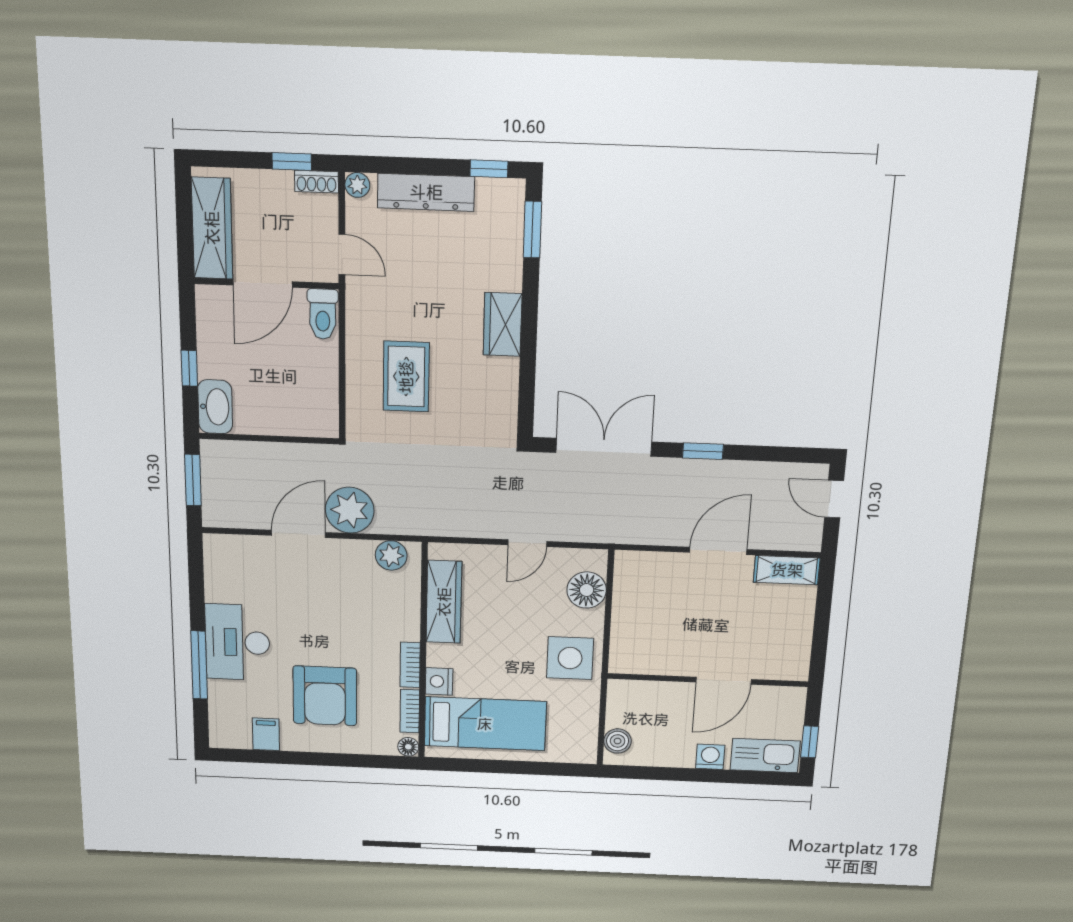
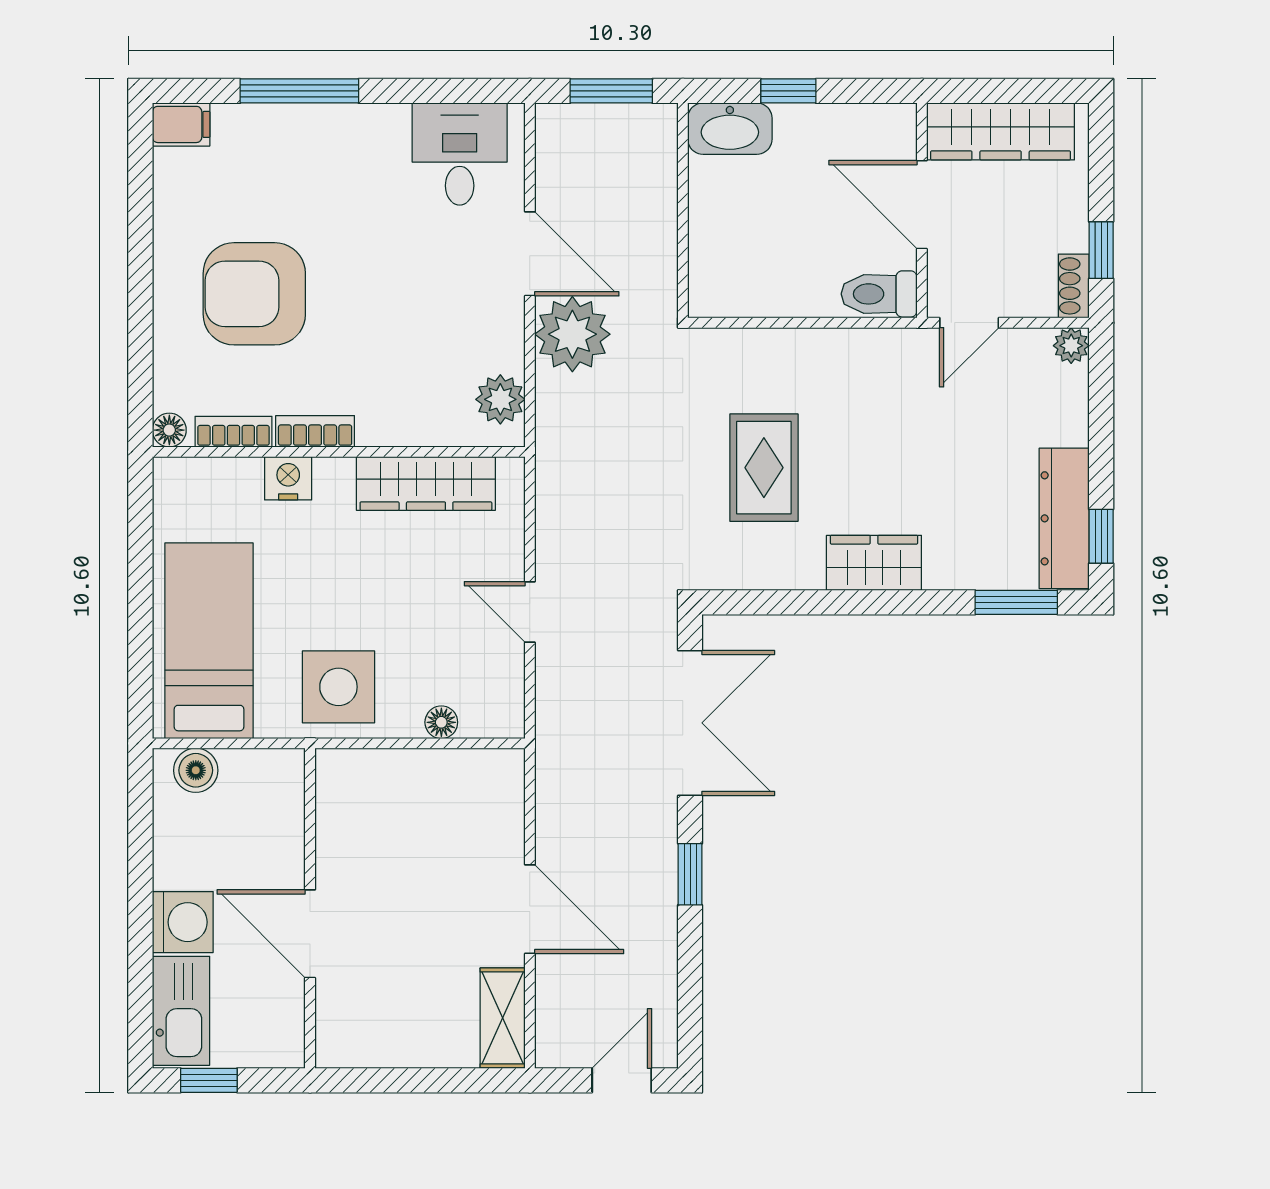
dresser: (426, 192) -> (1064, 518), moved
rug: (406, 377) -> (764, 468), moved, turned 90
floor lamp: (587, 590) -> (441, 722), width x0.53, depth x0.53
desk: (238, 642) -> (460, 154), moved, width x0.73
bed: (485, 724) -> (209, 641), moved, turned 180
filing cabinet: (266, 734) -> (181, 124), moved
washing machine: (710, 757) -> (183, 922), width x1.38, depth x1.38

